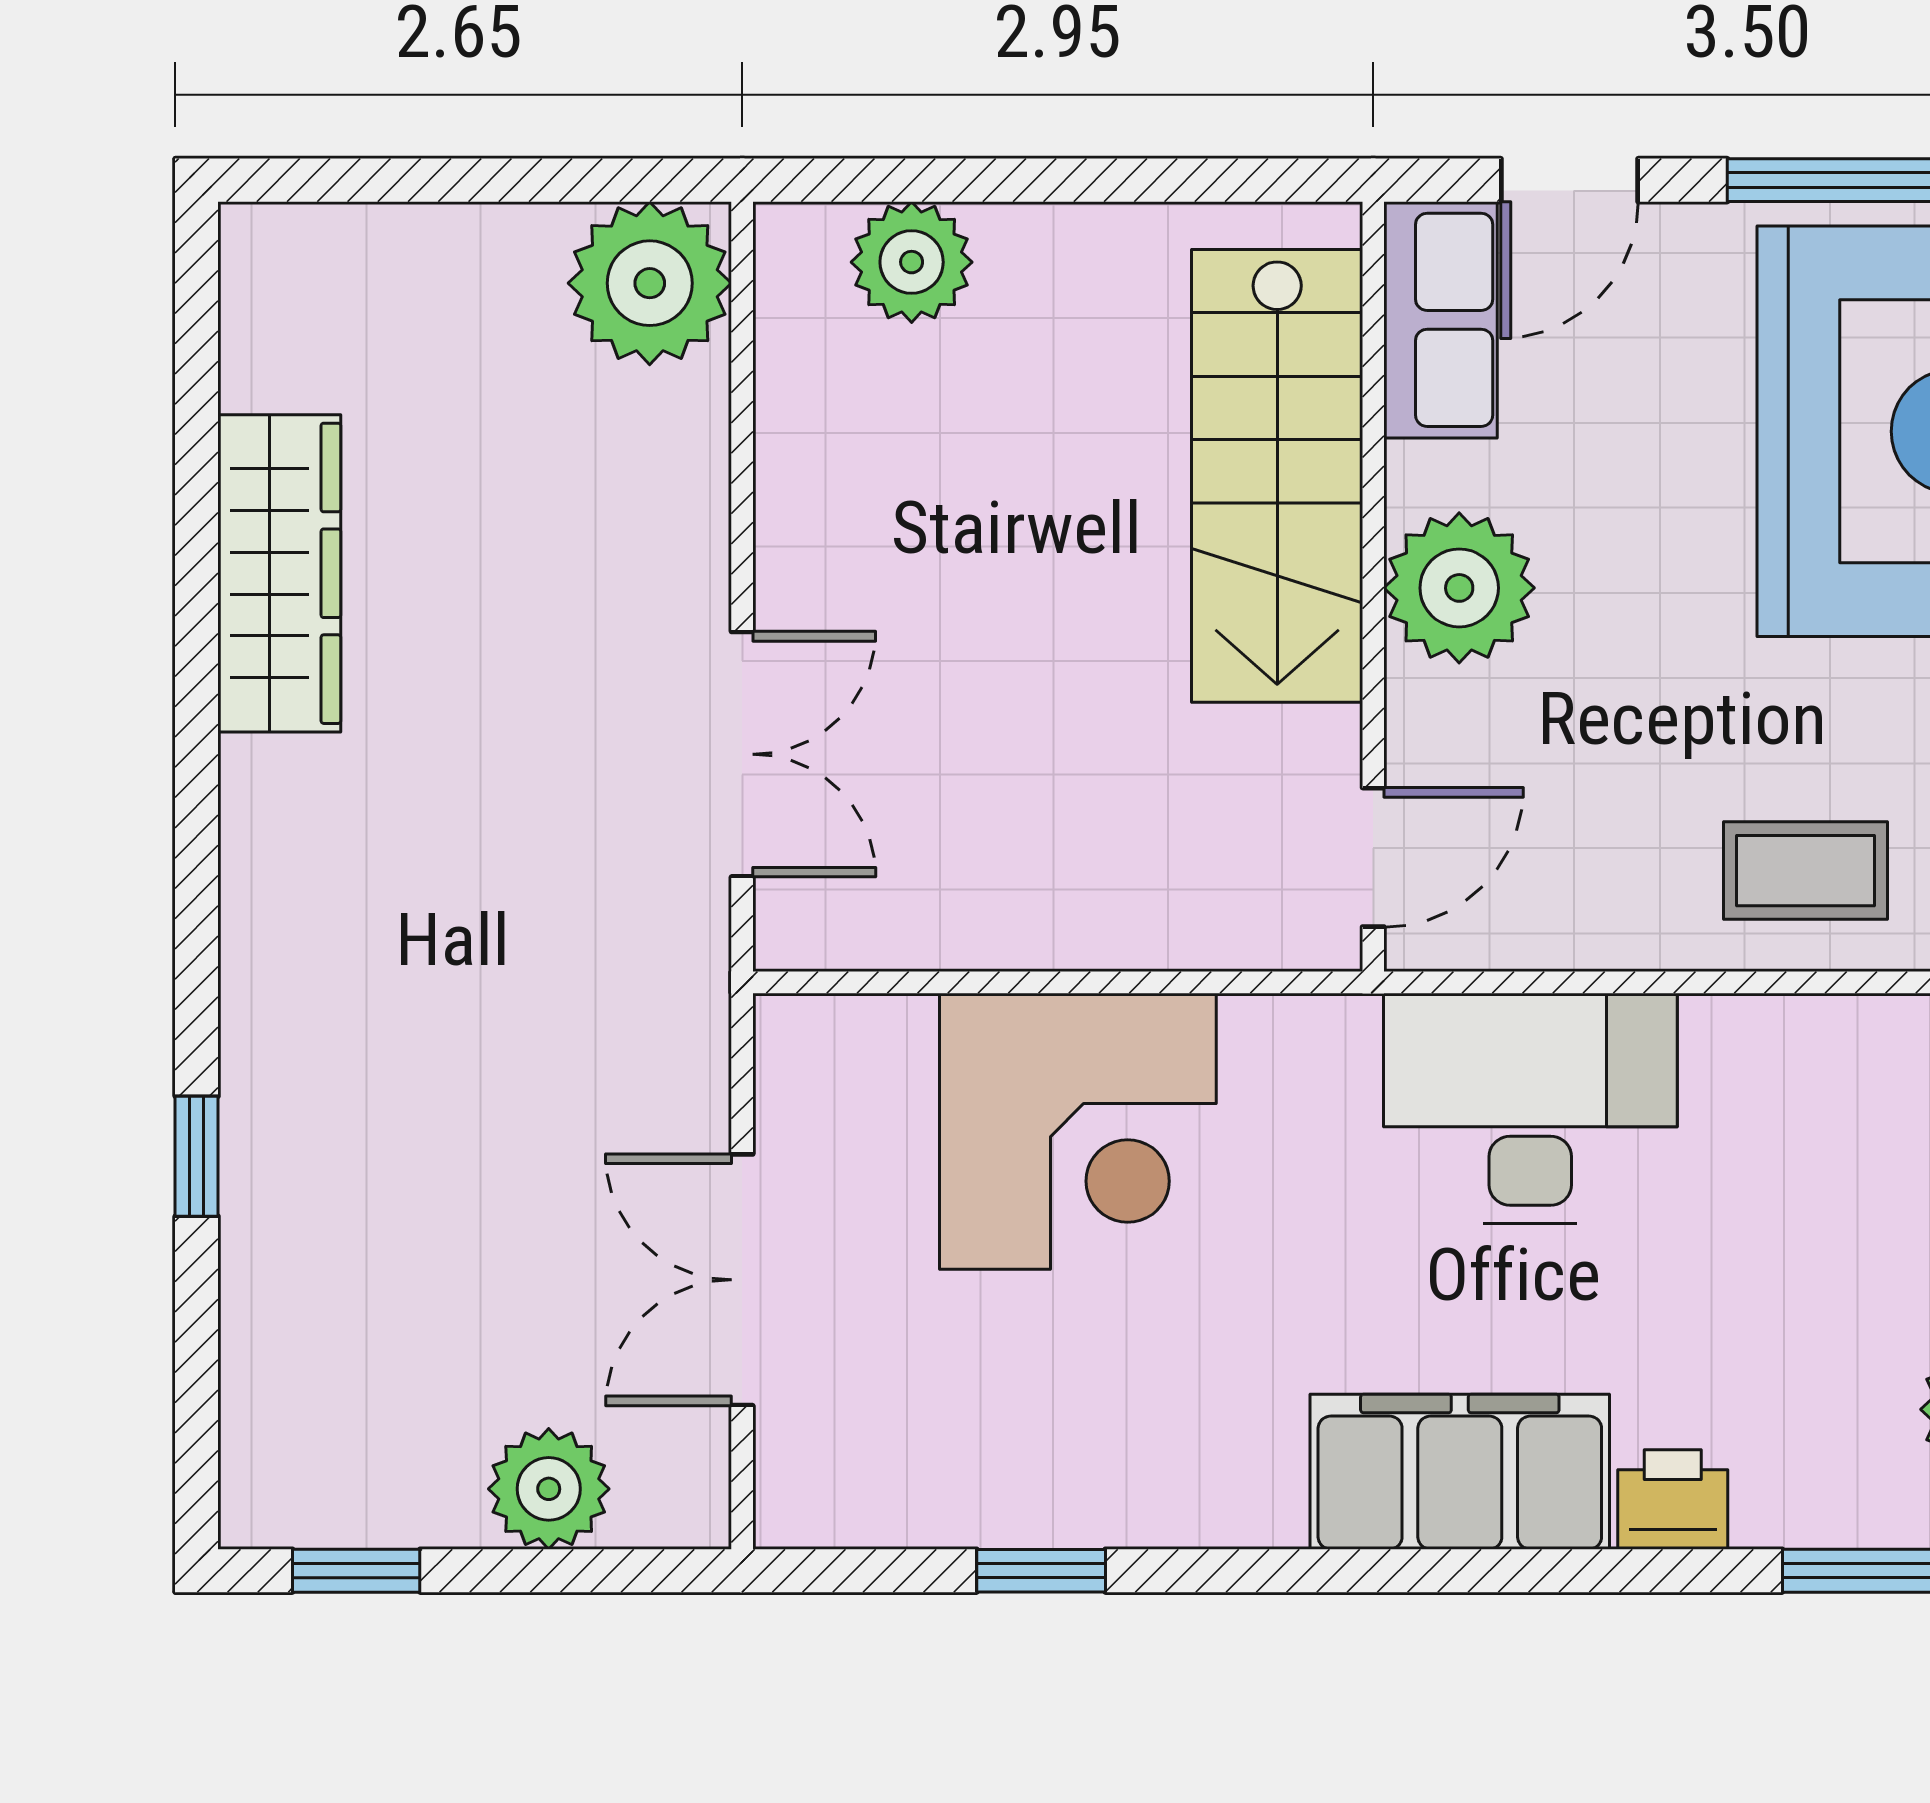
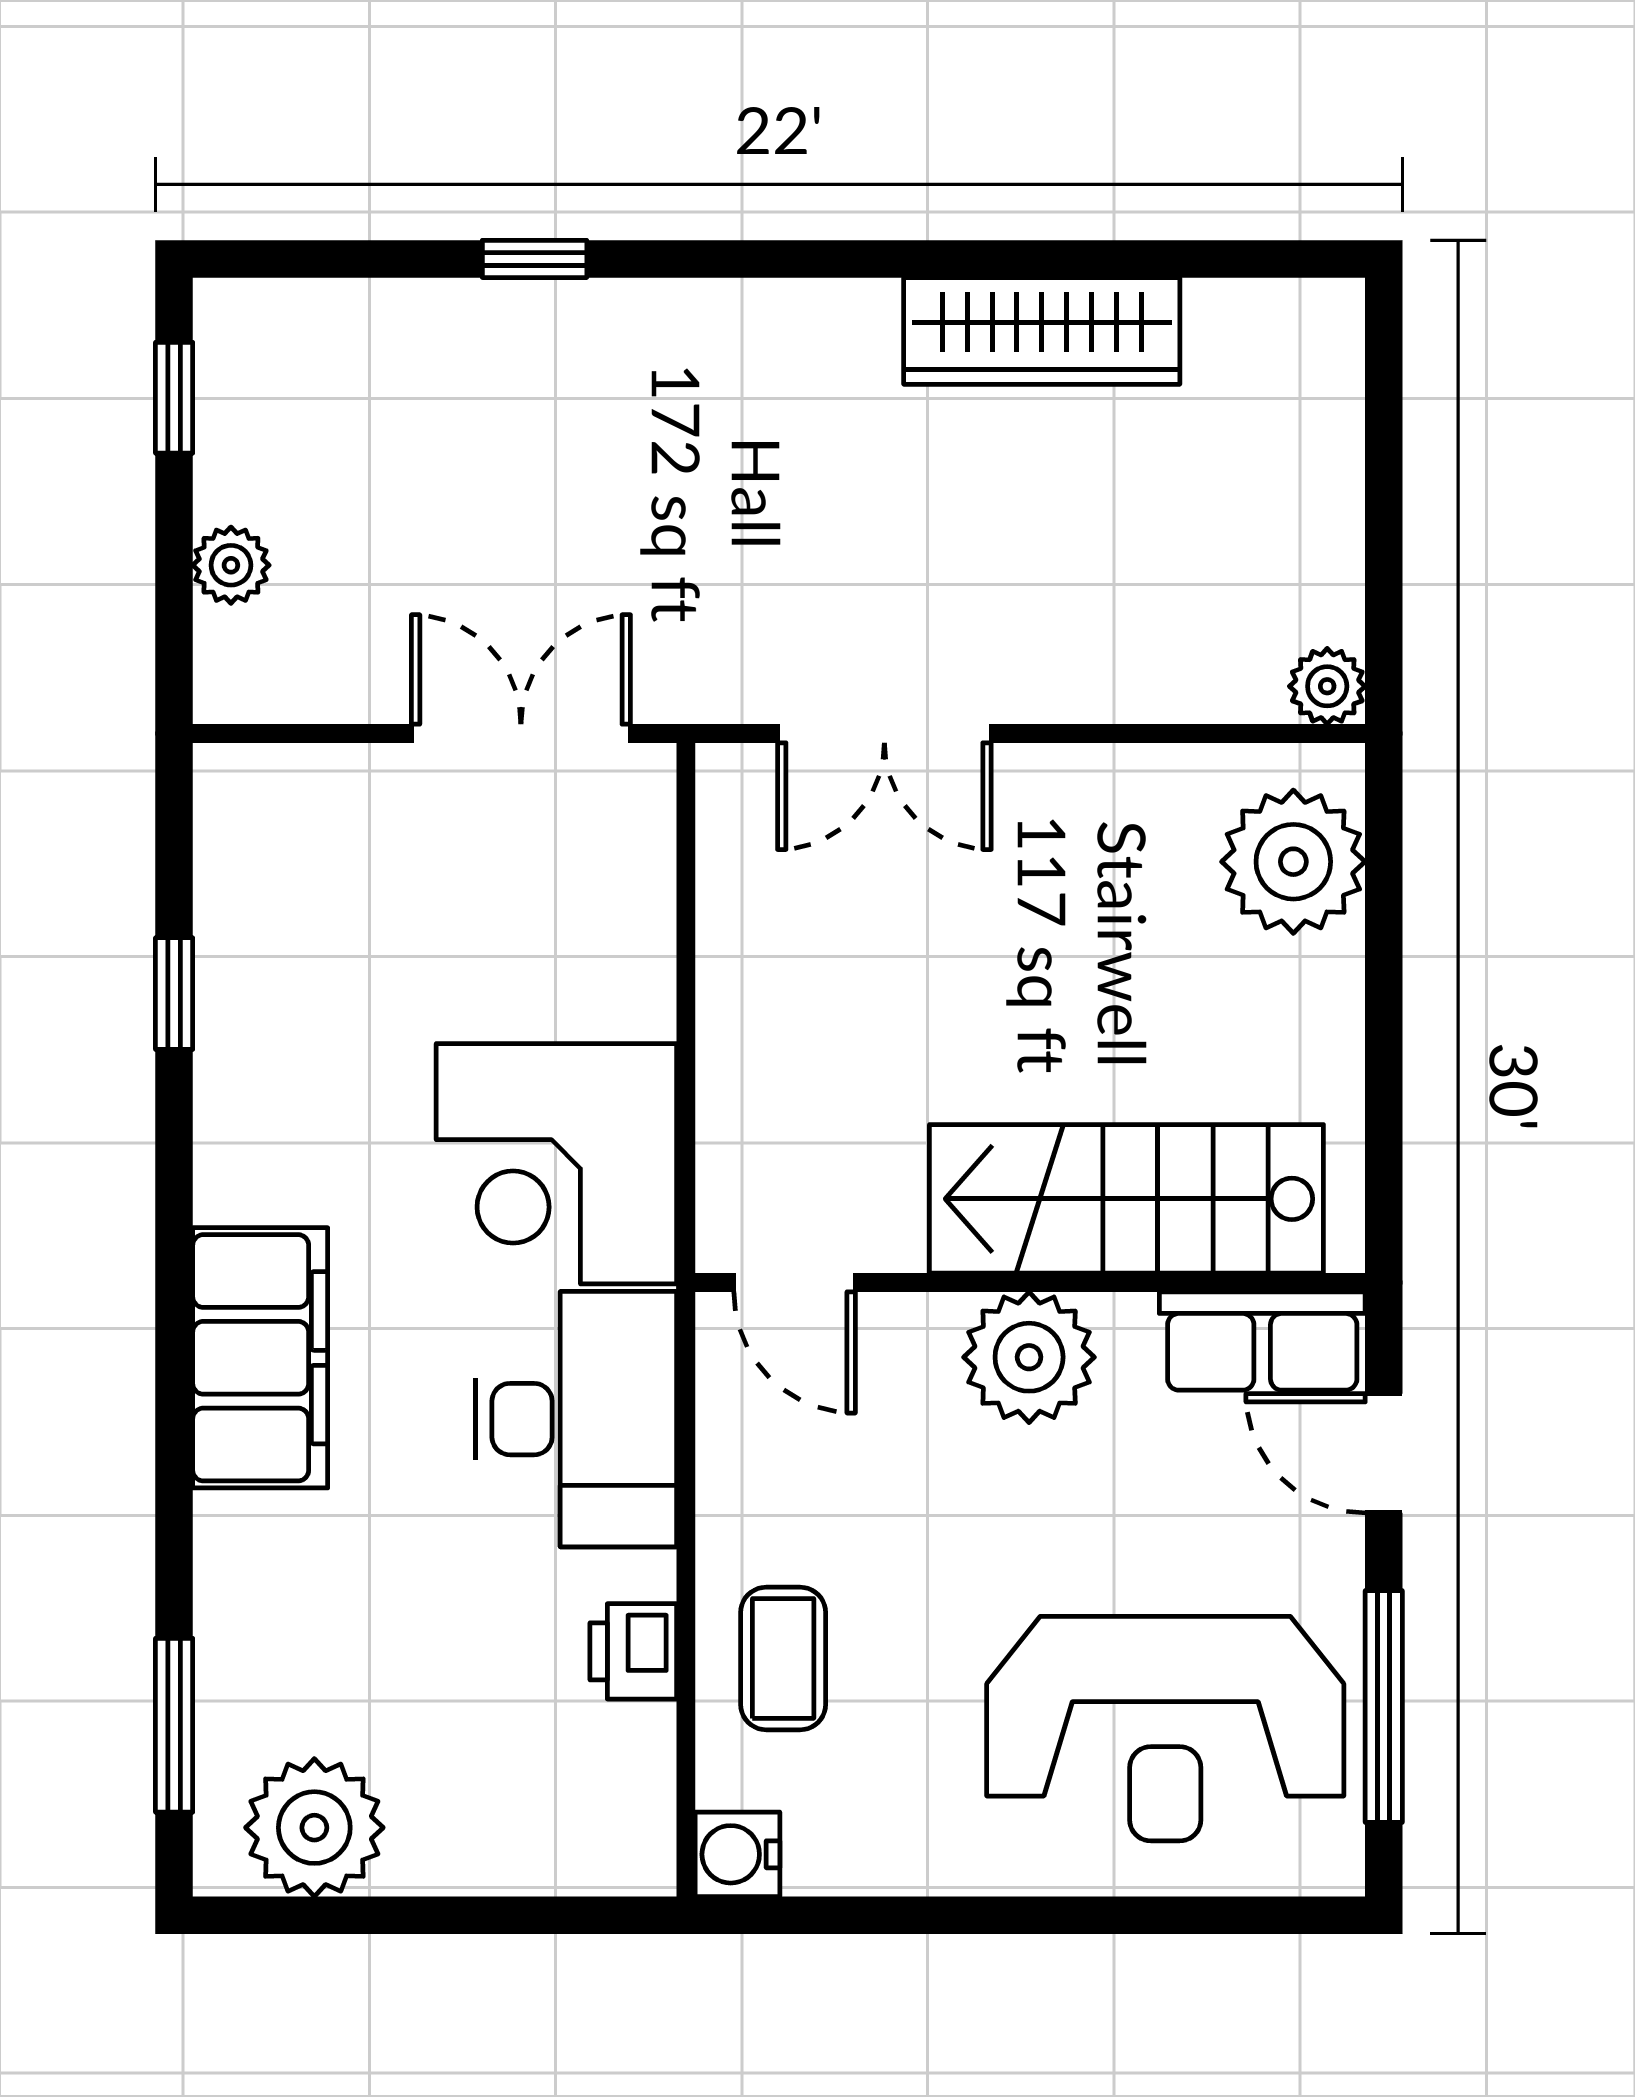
plant: (912, 262) -> (1293, 862), width x1.36, depth x1.36
plant: (650, 283) -> (1327, 686), width x0.53, depth x0.53
corner desk: (1078, 1131) -> (556, 1164), moved
double door: (742, 1280) -> (521, 733), moved
plant: (549, 1489) -> (231, 565), width x0.73, depth x0.73
printer: (1673, 1500) -> (633, 1651), moved, turned 180

